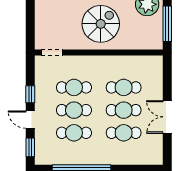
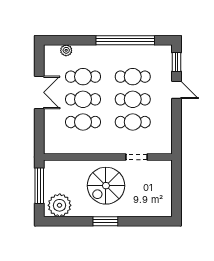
doorway: (52, 53) -> (136, 157), moved
window: (30, 94) -> (176, 115), removed
plant: (140, 159) -> (66, 50), added

